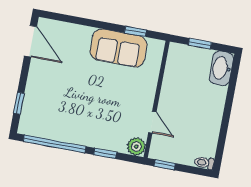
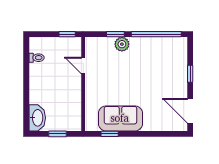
window: (19, 103) -> (190, 74), moved
plant: (136, 147) -> (122, 44), moved
toilet: (204, 163) -> (37, 58), moved

